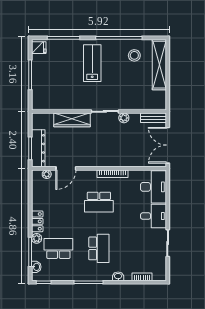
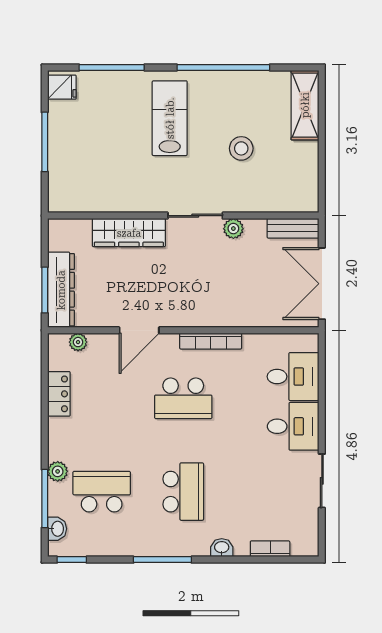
stool: (134, 55) -> (241, 148), moved
shelving: (159, 65) -> (305, 105), width x0.68
door: (66, 168) -> (139, 330), moved
desk: (153, 187) -> (293, 377), width x0.73
locker: (37, 221) -> (59, 394), moved

